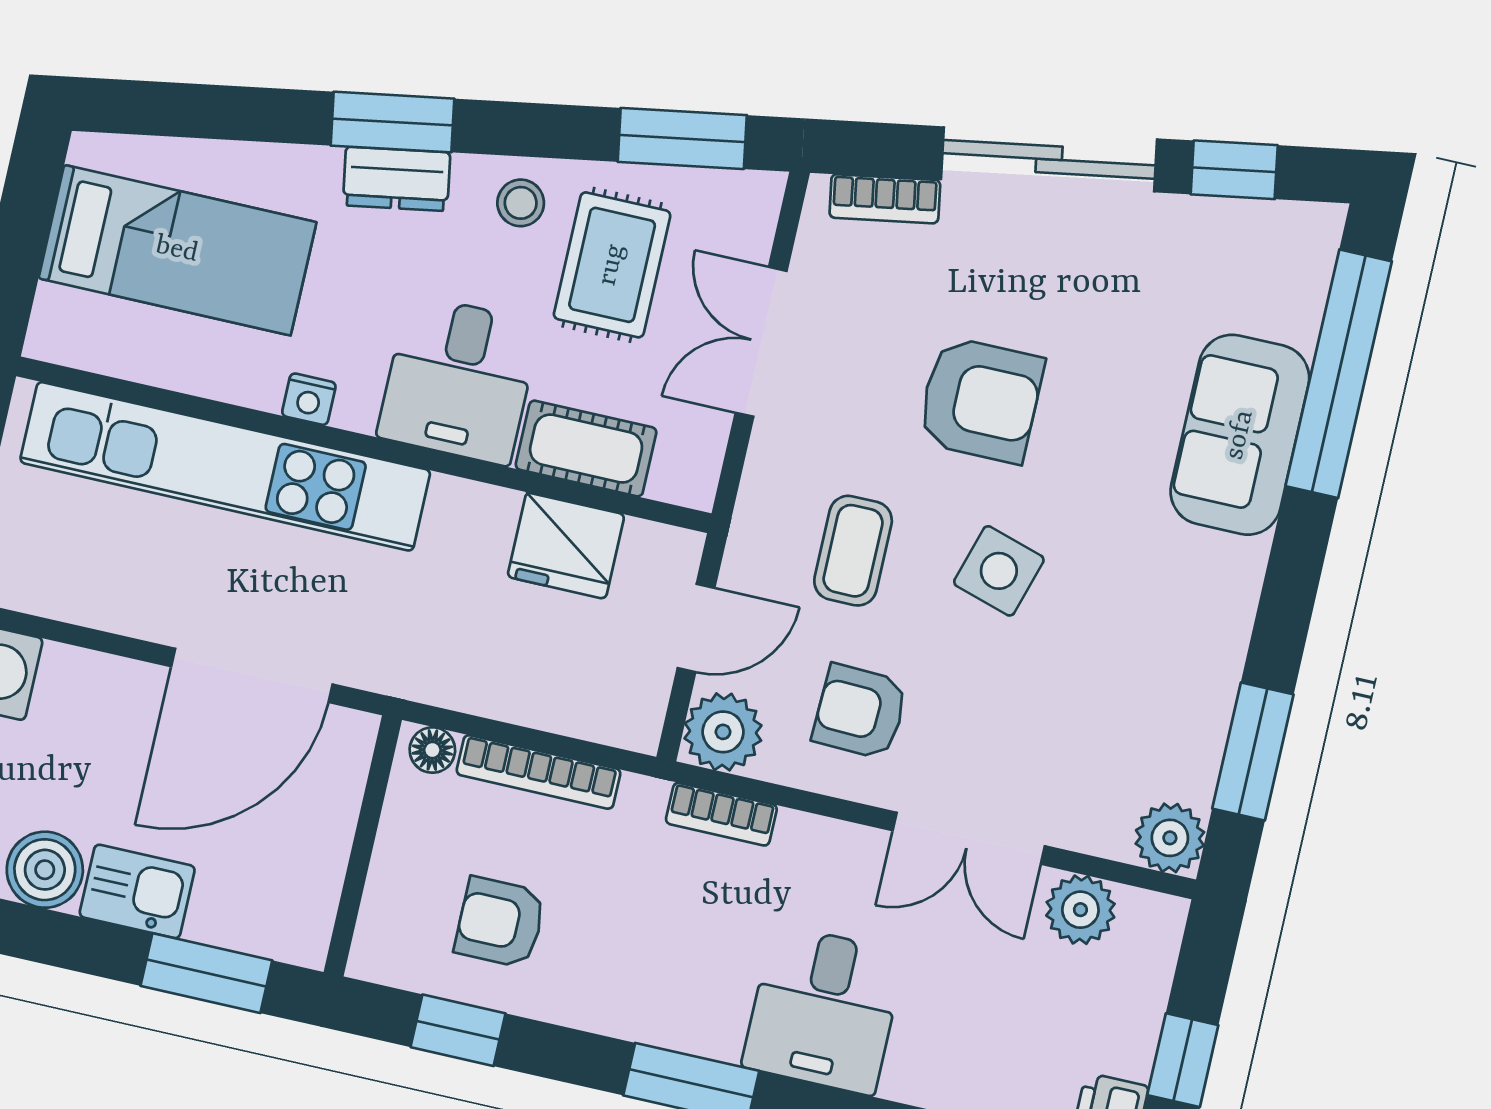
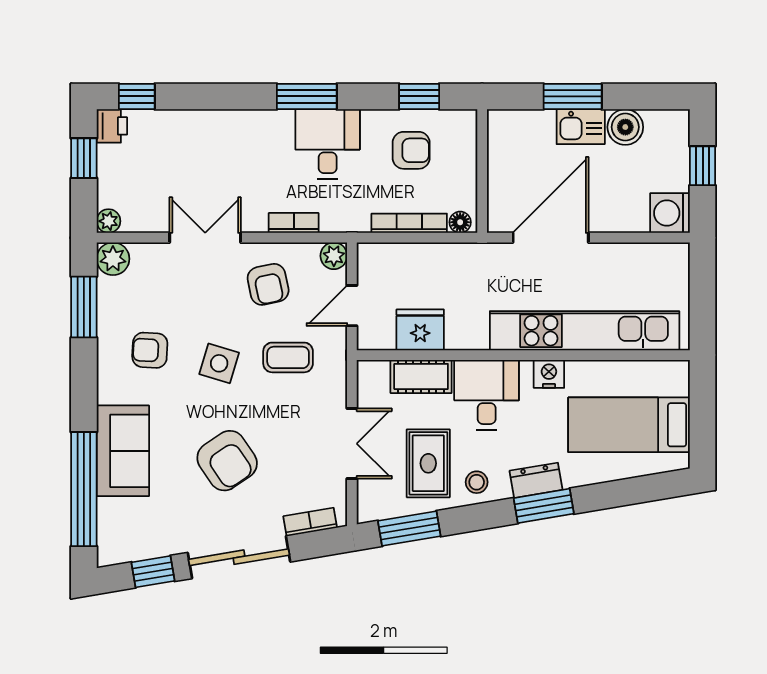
nightstand: (309, 399) -> (549, 374), width x1.39, depth x1.35
armchair: (981, 400) -> (227, 461), moved, turned -124
coffee table: (853, 551) -> (288, 357), turned 90
armchair: (1136, 631) -> (150, 350), added
armchair: (860, 712) -> (268, 284), turned 76
plant: (723, 732) -> (334, 256), width x0.73, depth x0.73
bookcase: (721, 814) -> (294, 223), moved
plant: (1080, 910) -> (108, 221), moved, width x0.73, depth x0.73
window: (206, 973) -> (573, 96), moved
desk: (824, 1010) -> (328, 144), moved

